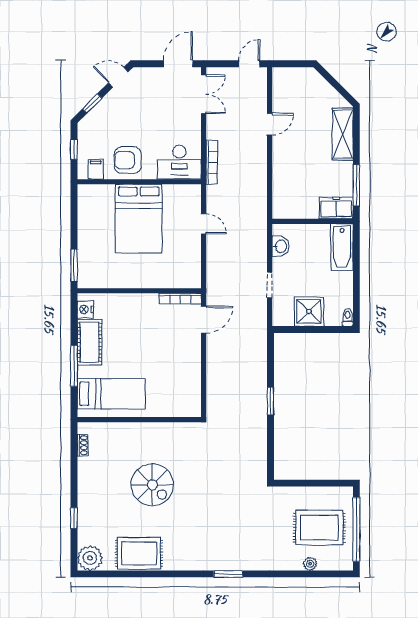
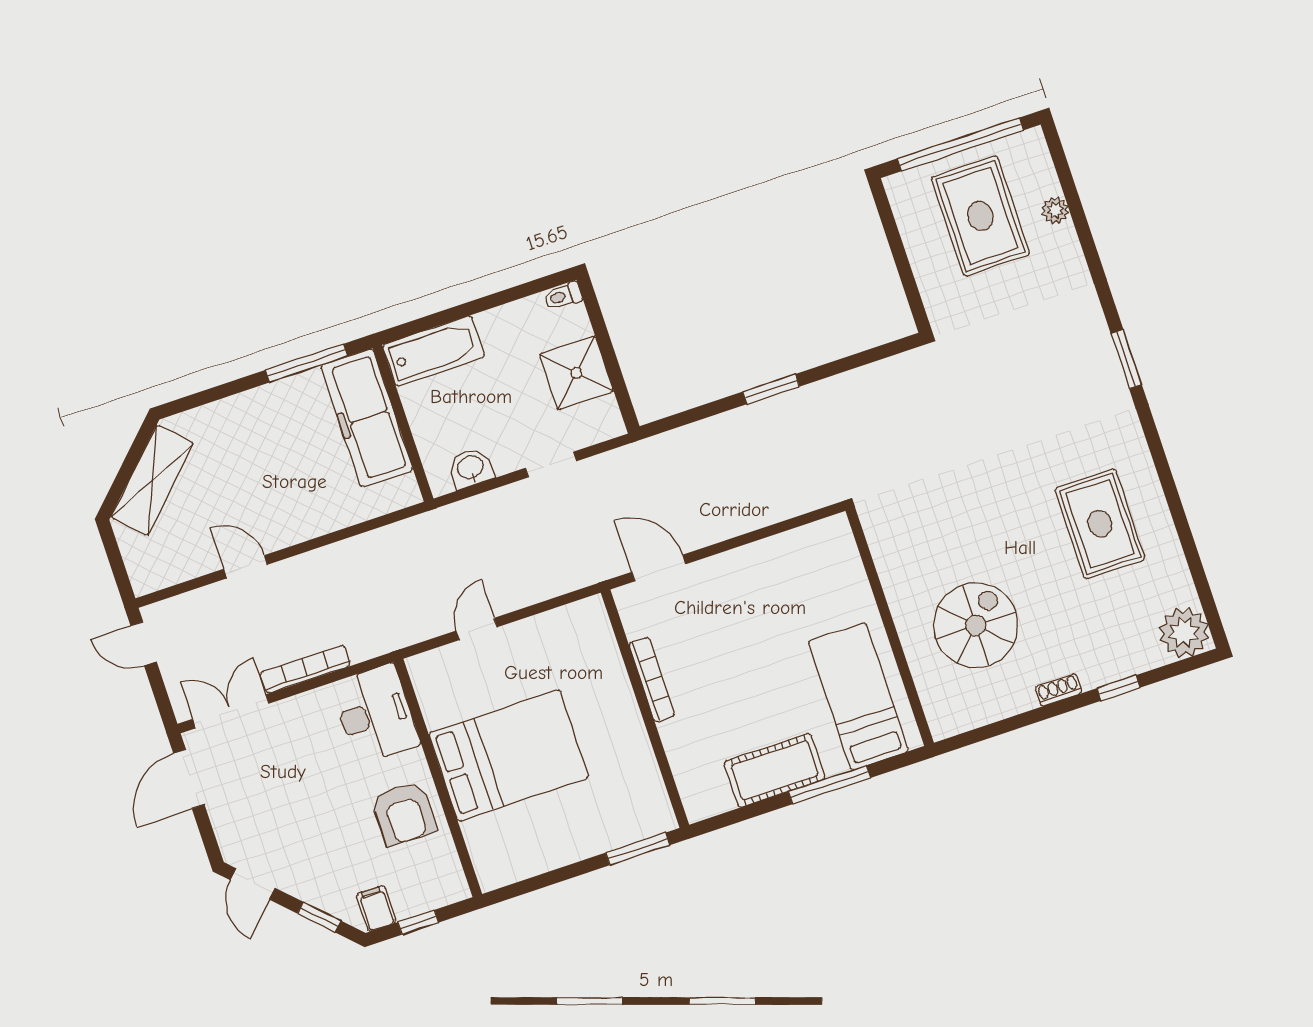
door: (178, 64) -> (189, 779), hinge flipped
shelving: (343, 134) -> (152, 480), moved, turned -45
bookcase: (212, 162) -> (305, 669), moved
filing cabinet: (96, 169) -> (376, 908), moved, turned 90
freezer: (336, 208) -> (367, 418), width x1.91, depth x1.26
bookcase: (180, 299) -> (652, 680), moved
nightstand: (85, 309) -> (715, 799), removed
shoe rack: (83, 445) -> (1059, 690), moved
spiral stairs: (152, 485) -> (976, 625), moved
rug: (139, 553) -> (1100, 524), moved

